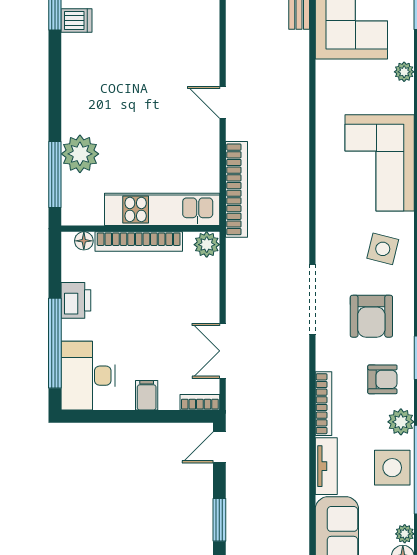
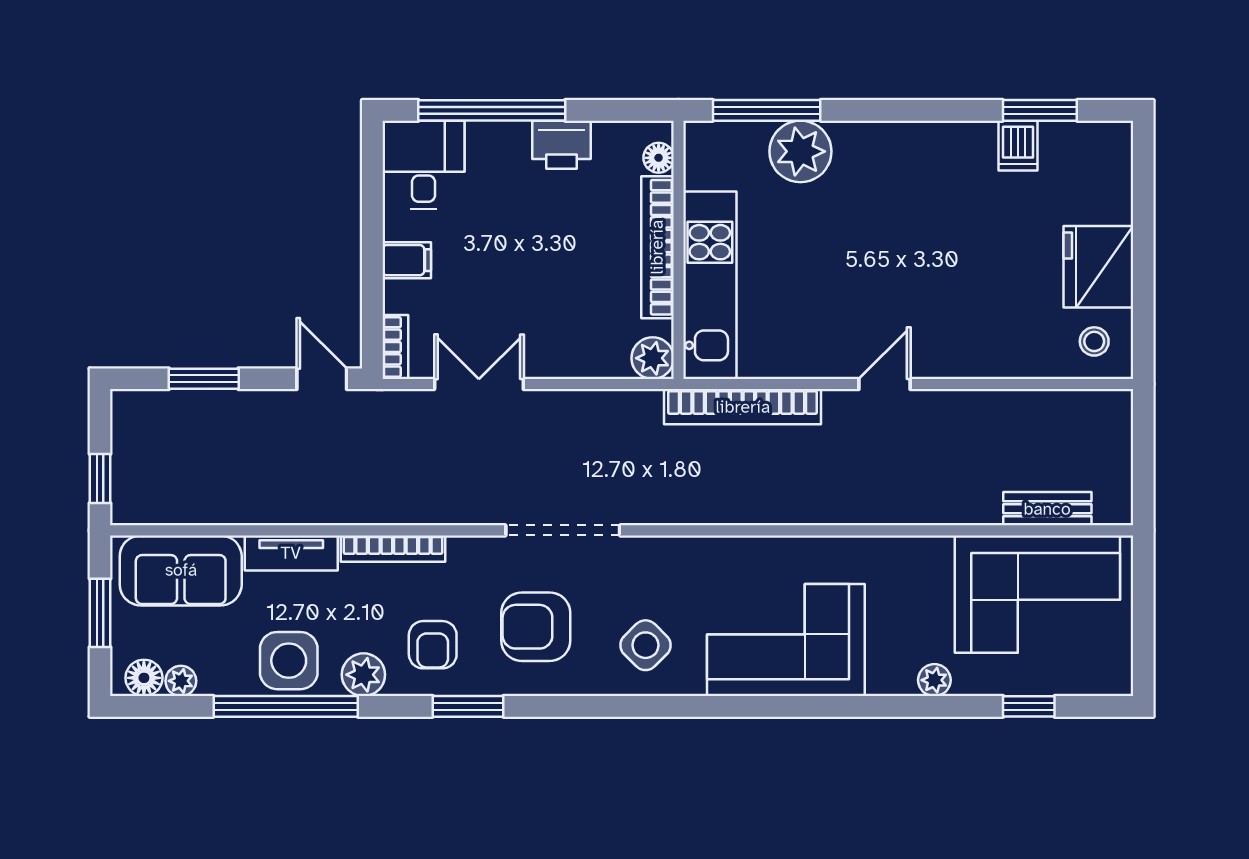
side table: (383, 249) -> (646, 645), turned 31
desk: (88, 376) -> (424, 165), width x0.73

